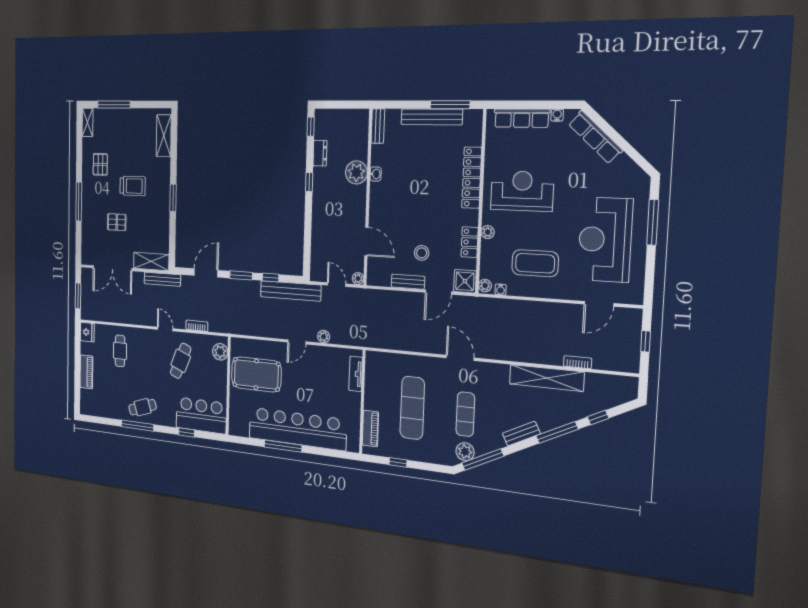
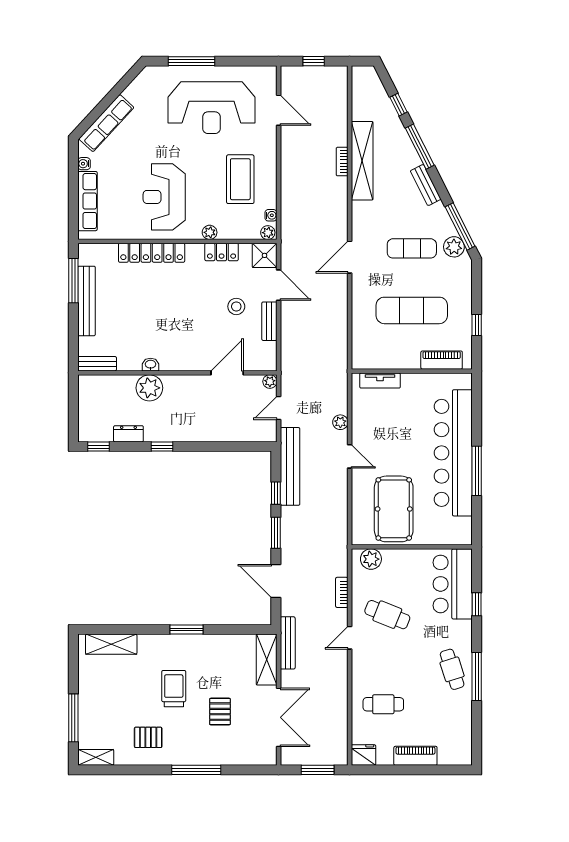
bookcase: (578, 362) -> (342, 162), moved

